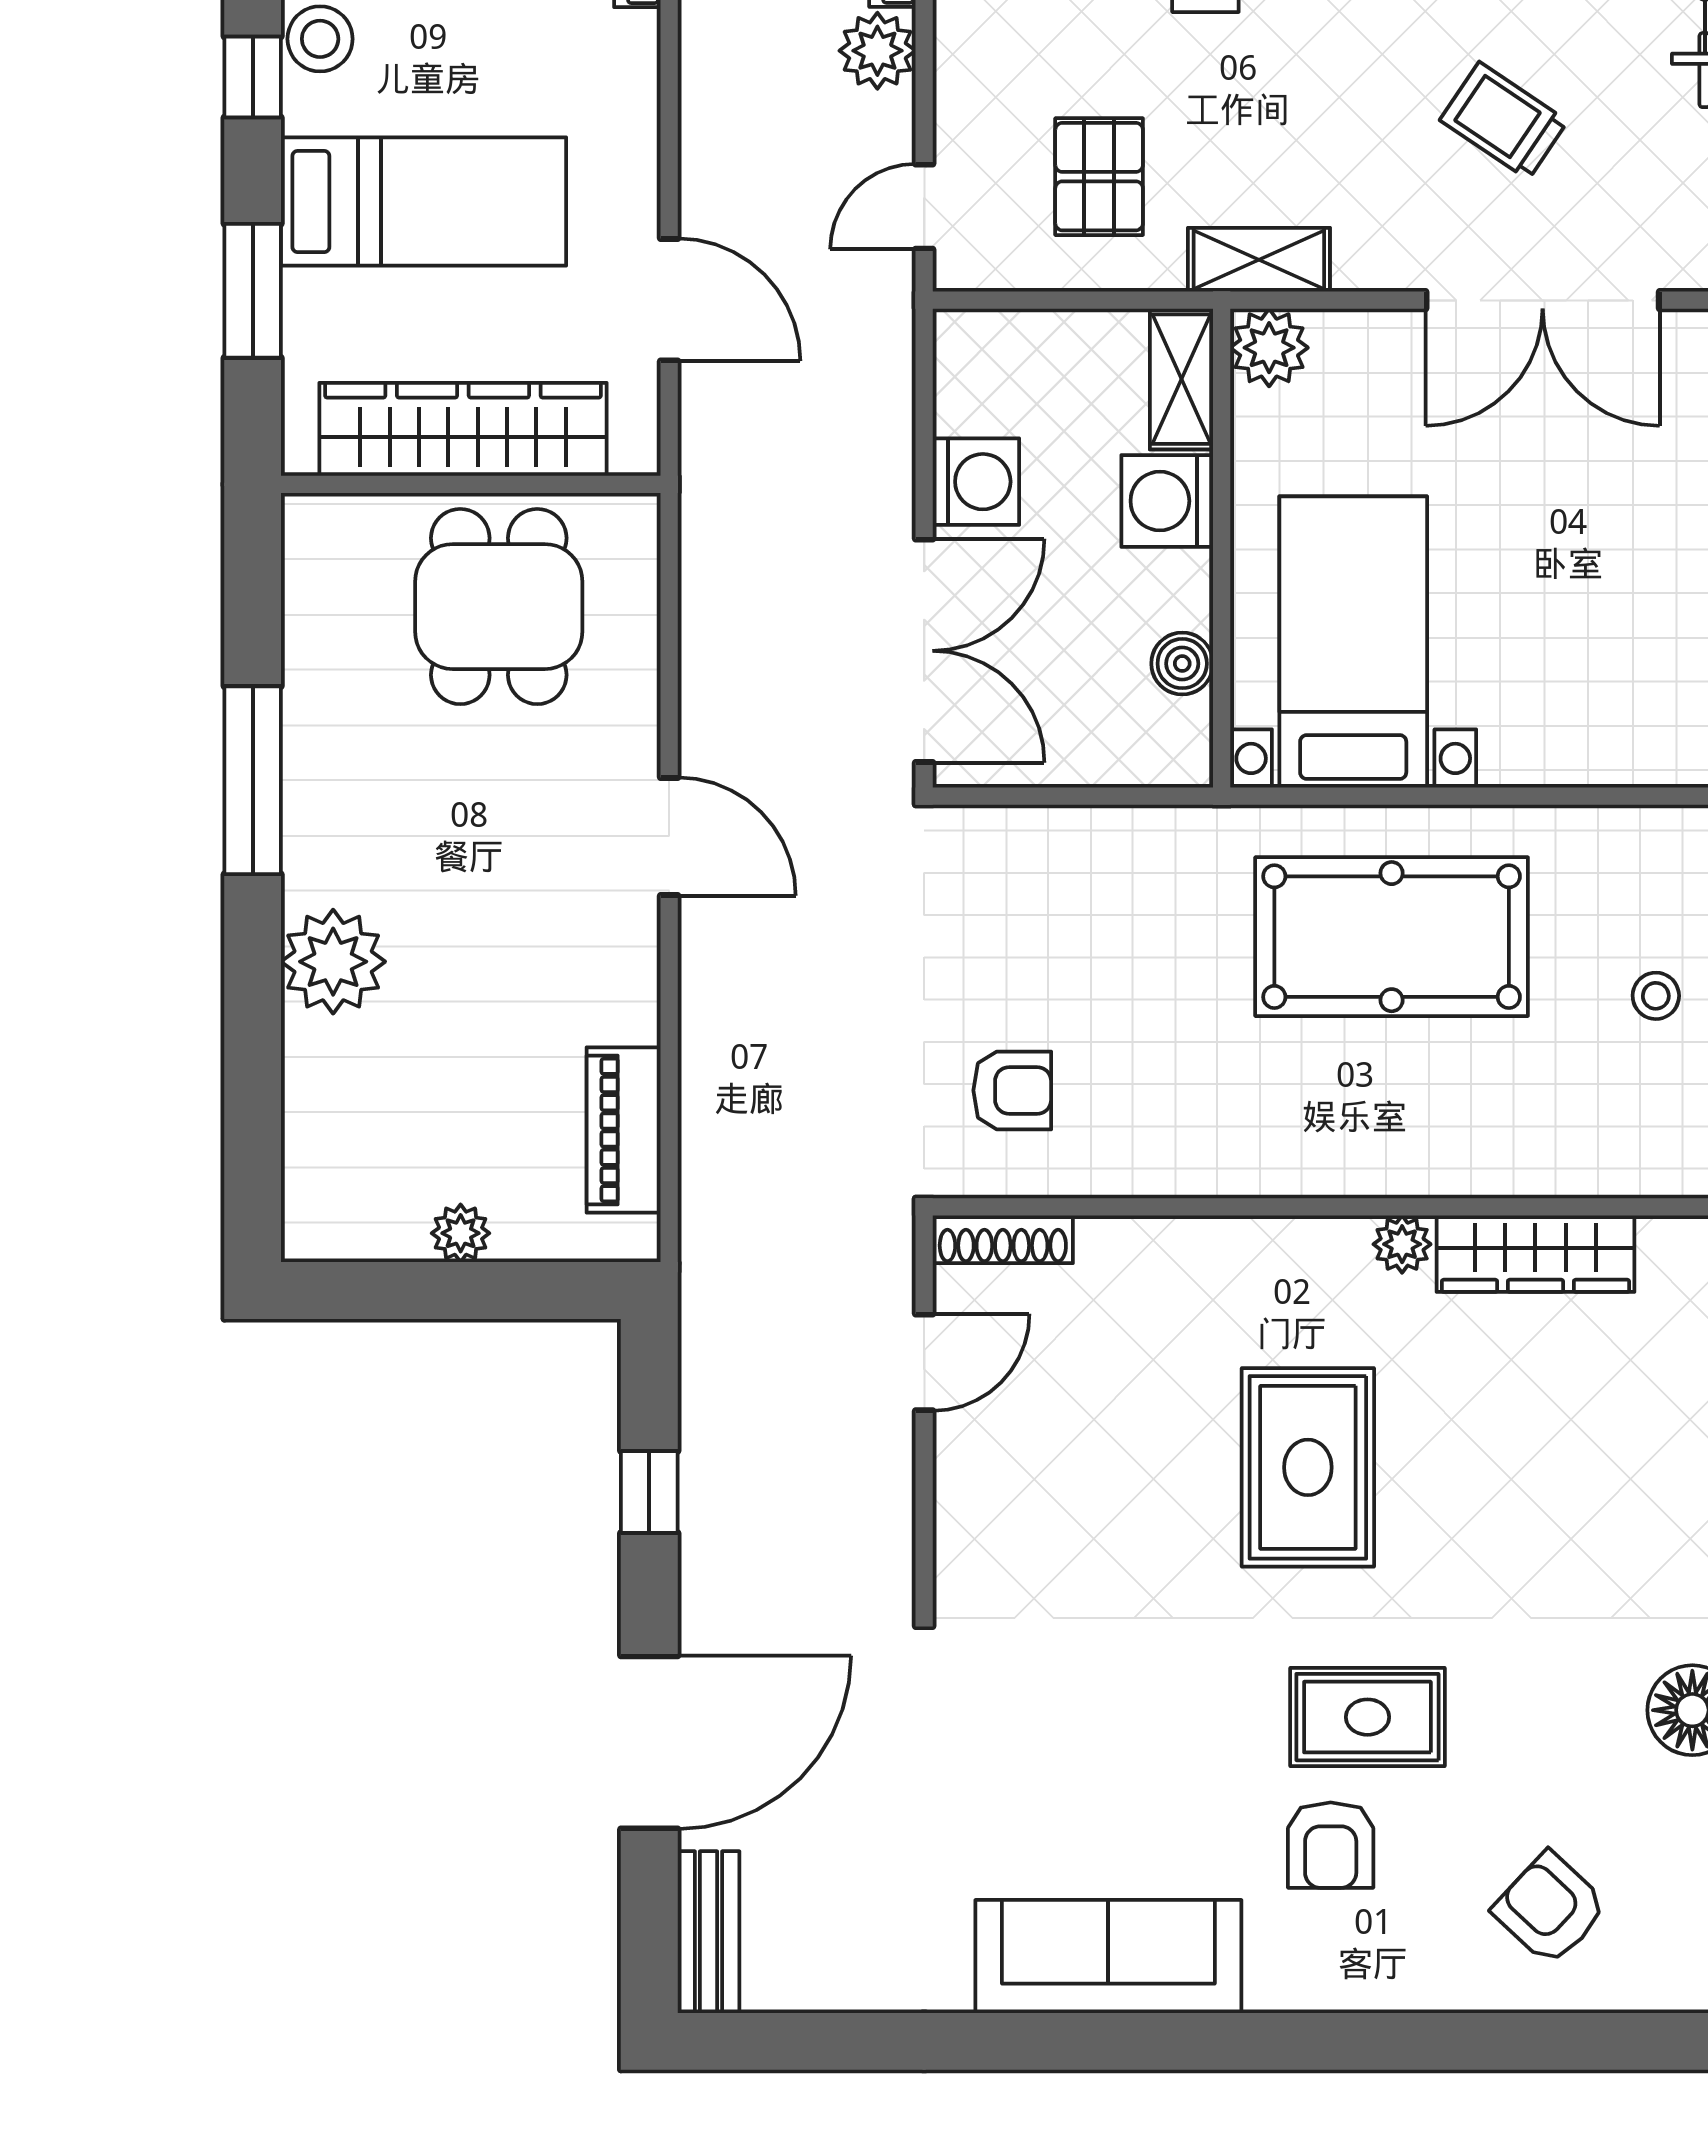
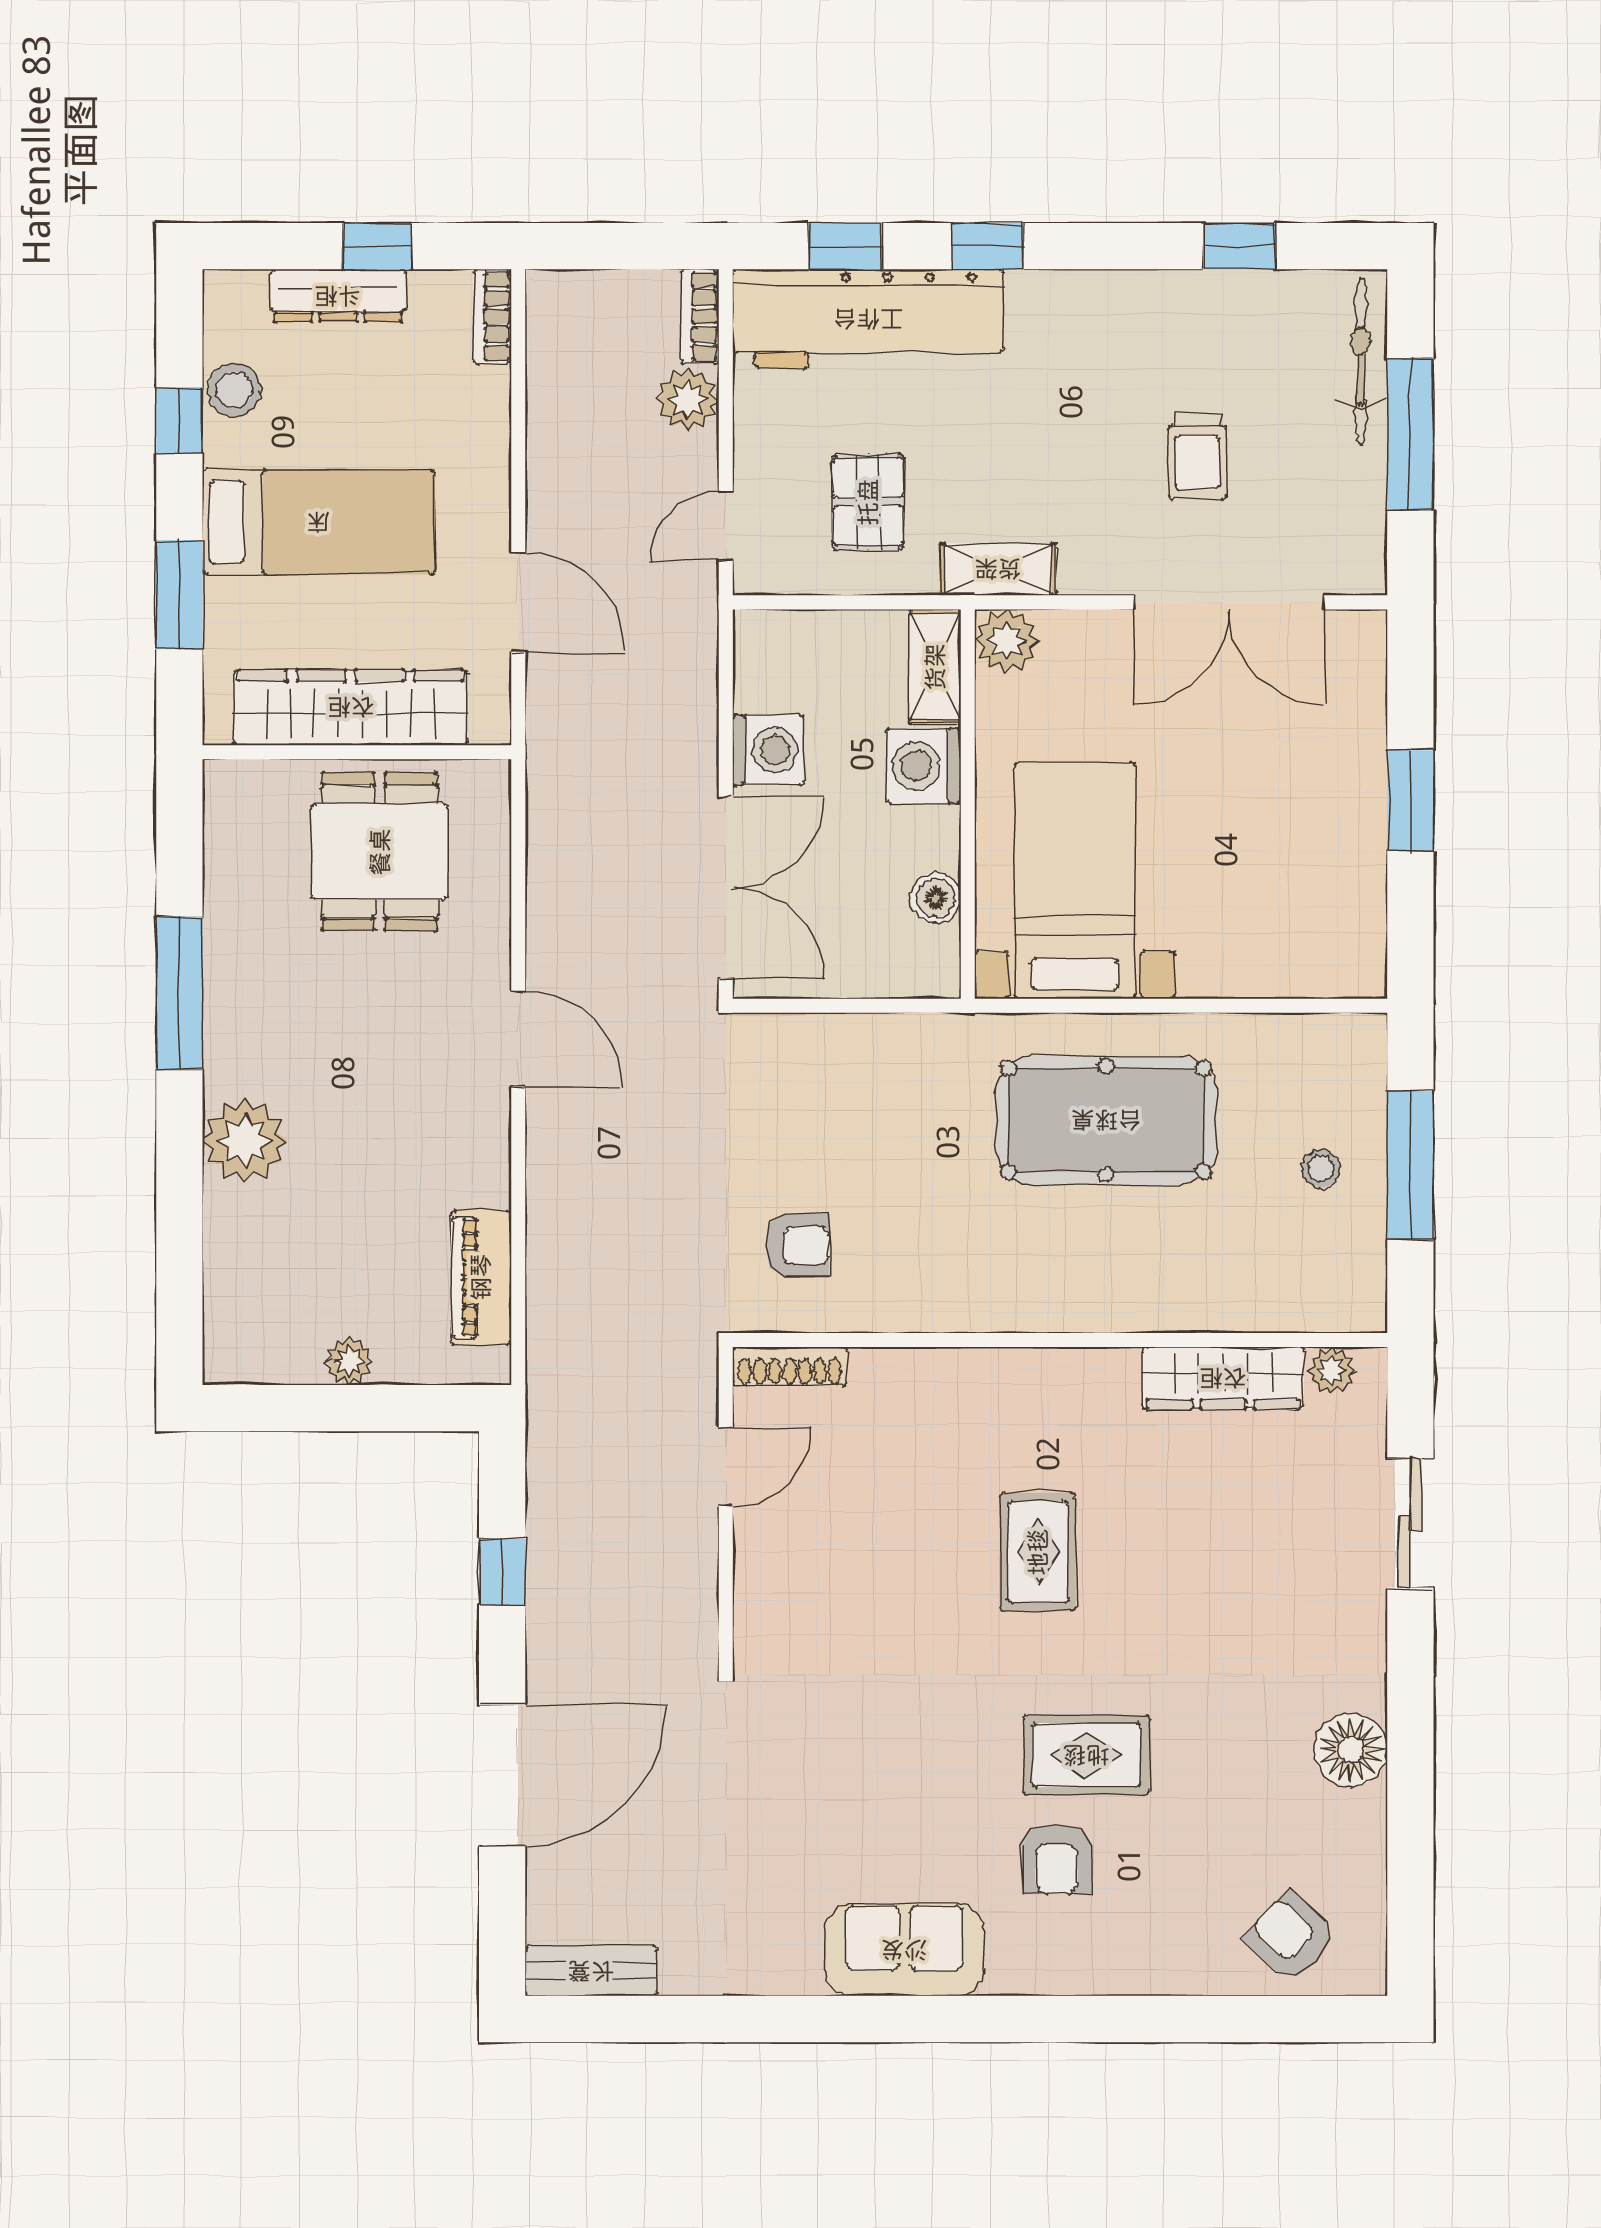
trolley: (1504, 121) -> (1197, 456), turned -124
plant: (1402, 1244) -> (1332, 1370), moved
rug: (1308, 1467) -> (1038, 1552), width x0.73, depth x0.70
armchair: (1550, 1909) -> (1291, 1937), moved
bench: (709, 1932) -> (591, 1971), moved, turned 90
sofa: (1108, 1957) -> (904, 1950), width x0.73

